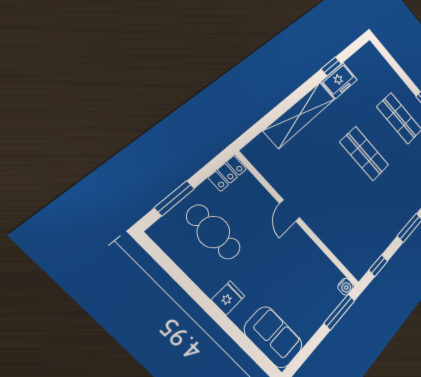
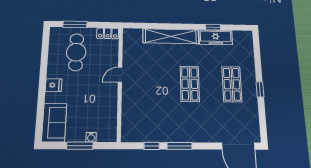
freezer: (339, 81) -> (216, 37), width x1.40
window: (378, 266) -> (152, 146), moved
water cooler: (346, 287) -> (91, 137), moved
window: (339, 312) -> (80, 146), moved

